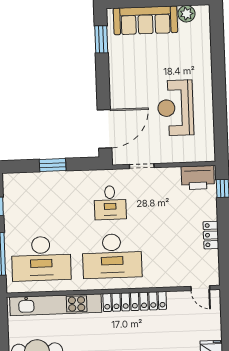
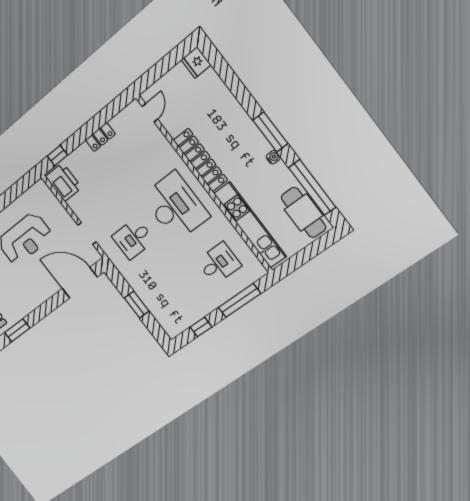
desk: (110, 203) -> (133, 239), turned 180
desk: (41, 259) -> (219, 263), width x0.53, depth x0.77

